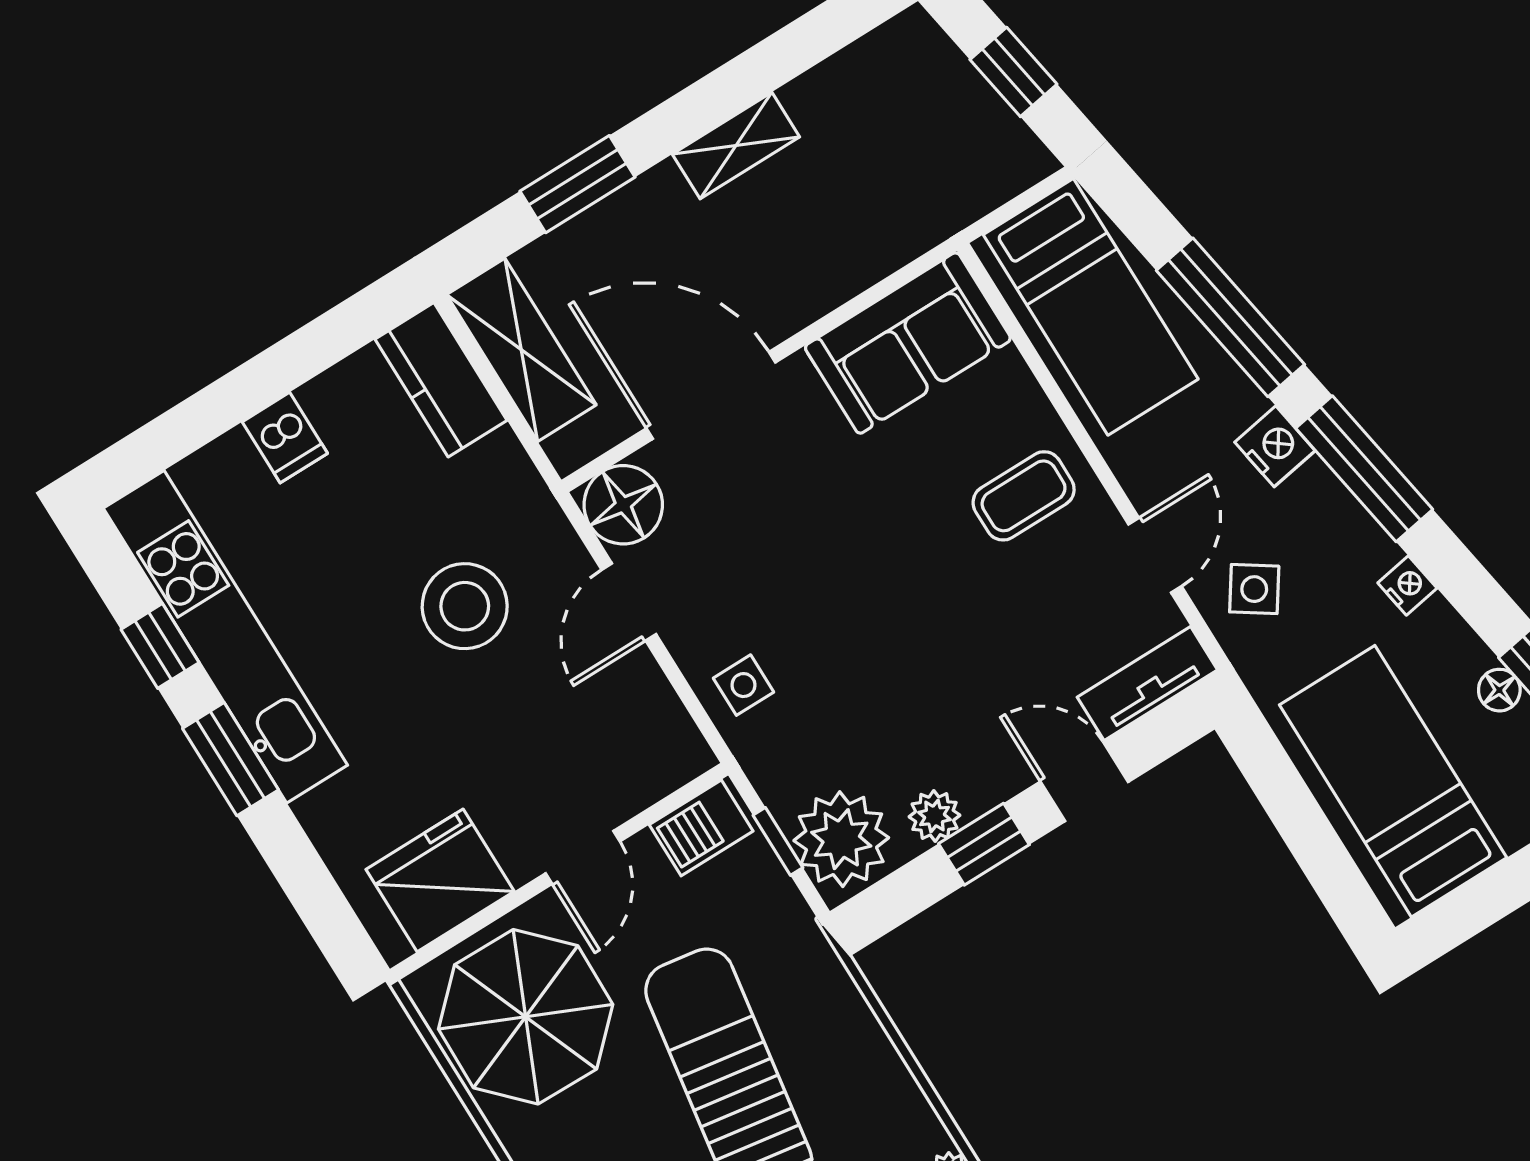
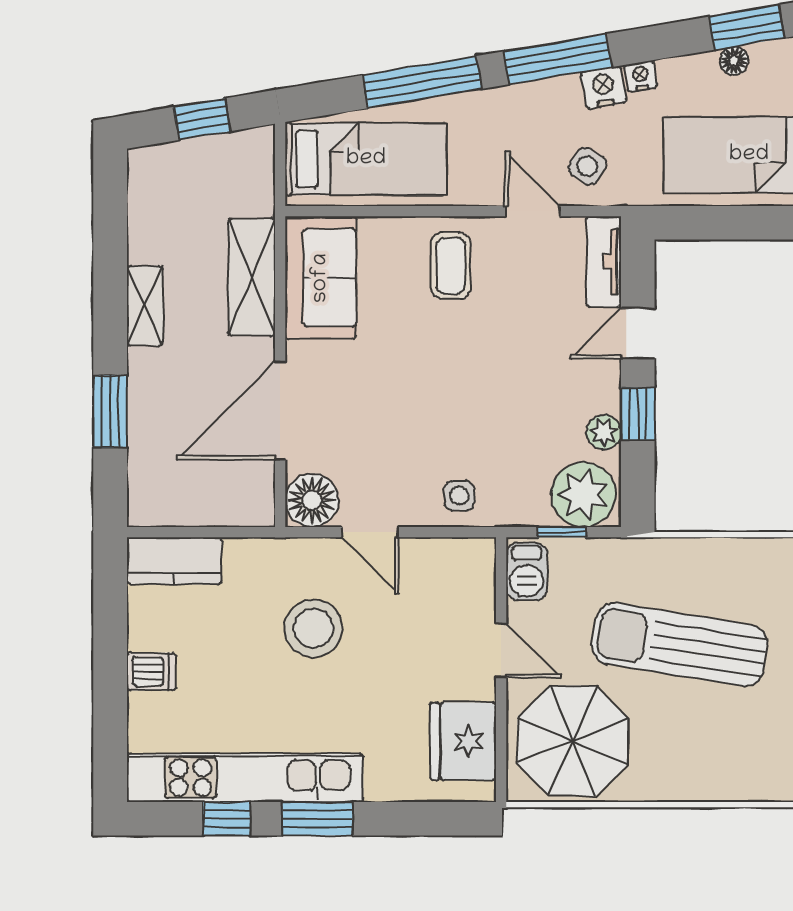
shelving: (521, 350) -> (252, 277), moved, turned 90
nightstand: (1275, 446) -> (603, 87), moved

